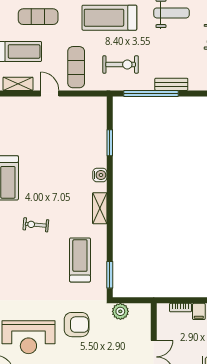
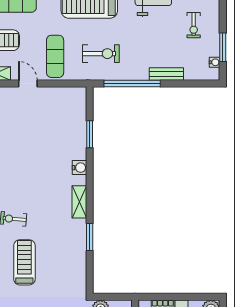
bench: (171, 84) -> (166, 74), moved
treadmill: (80, 260) -> (24, 262), moved
window: (110, 275) -> (90, 237), moved

